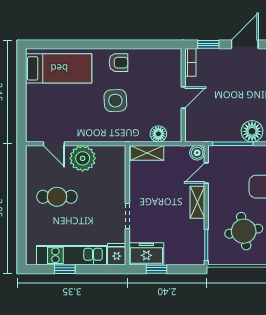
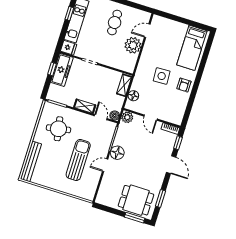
plant: (194, 133) -> (127, 117), added
freezer: (146, 254) -> (62, 70), width x1.40

